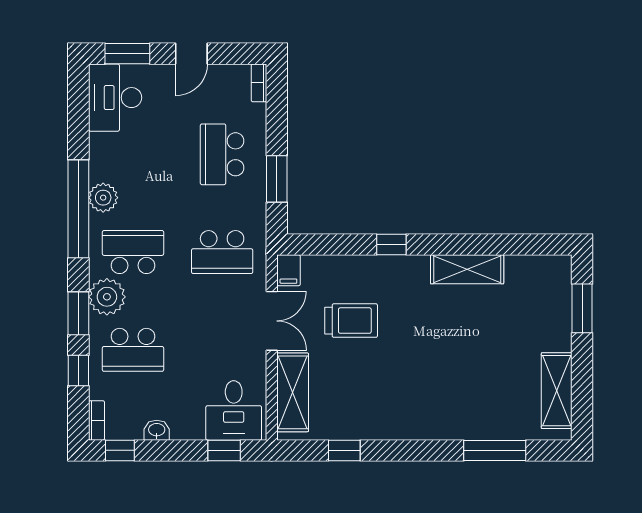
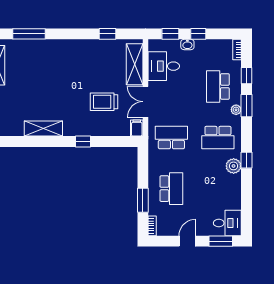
desk: (115, 98) -> (227, 223), width x0.73
window: (277, 179) -> (143, 200), moved
window: (78, 209) -> (246, 160), width x0.32
plant: (107, 297) -> (236, 110), width x0.53, depth x0.53
school desk: (133, 350) -> (218, 86), turned -90
desk: (234, 410) -> (164, 66), moved, turned -90
washbasin: (157, 430) -> (187, 45), moved
window: (120, 450) -> (198, 34), moved

